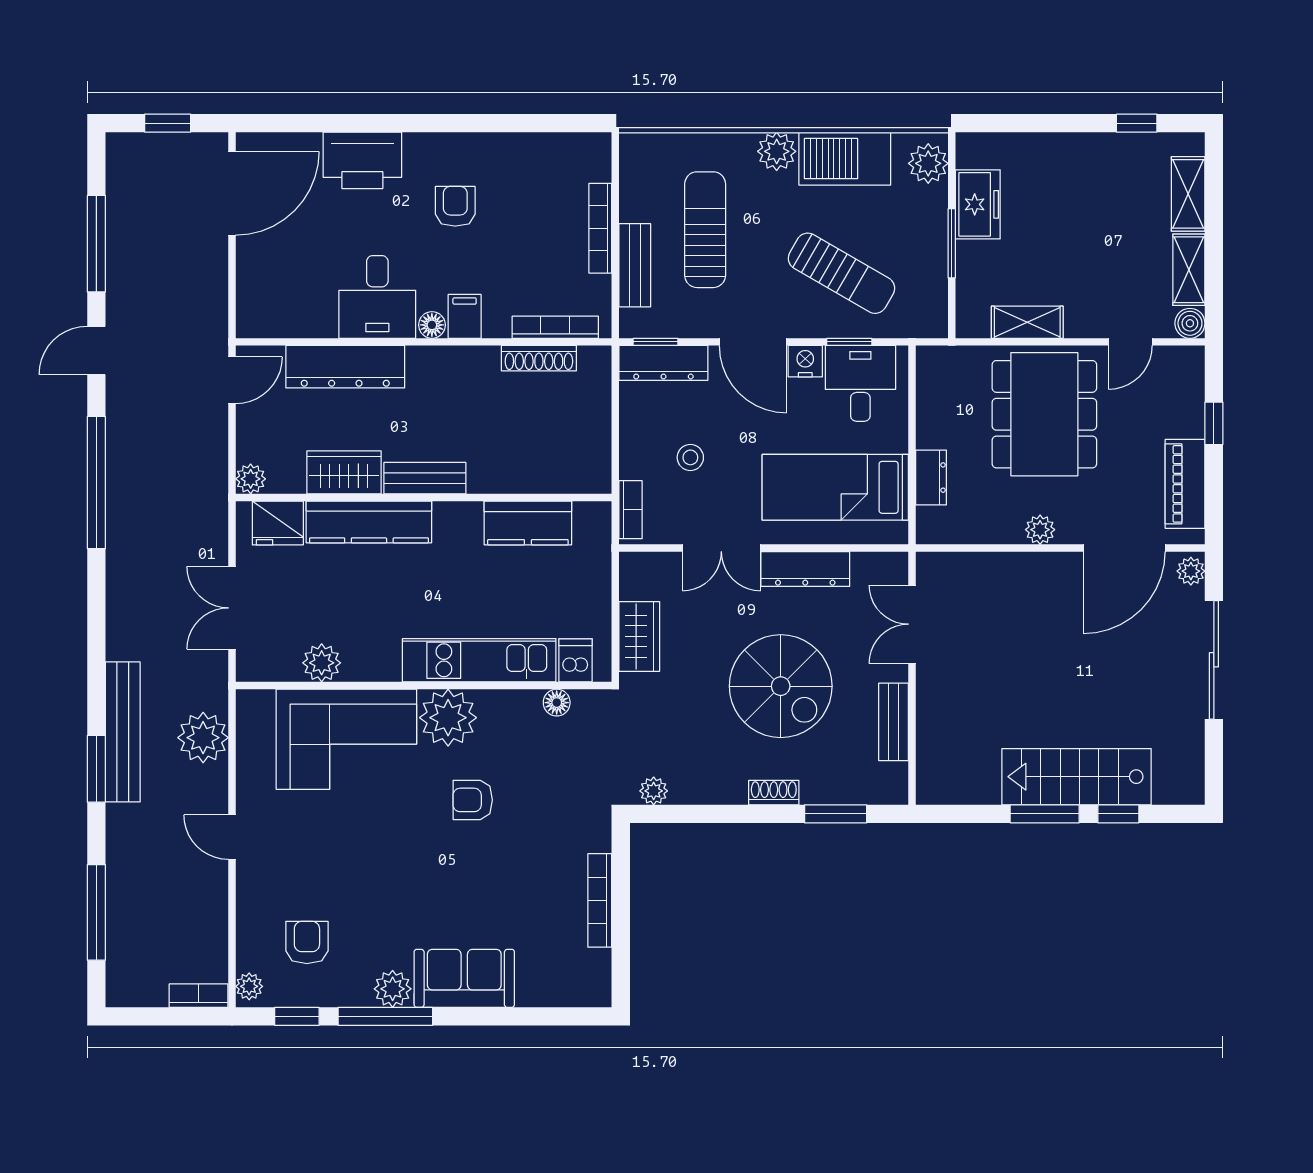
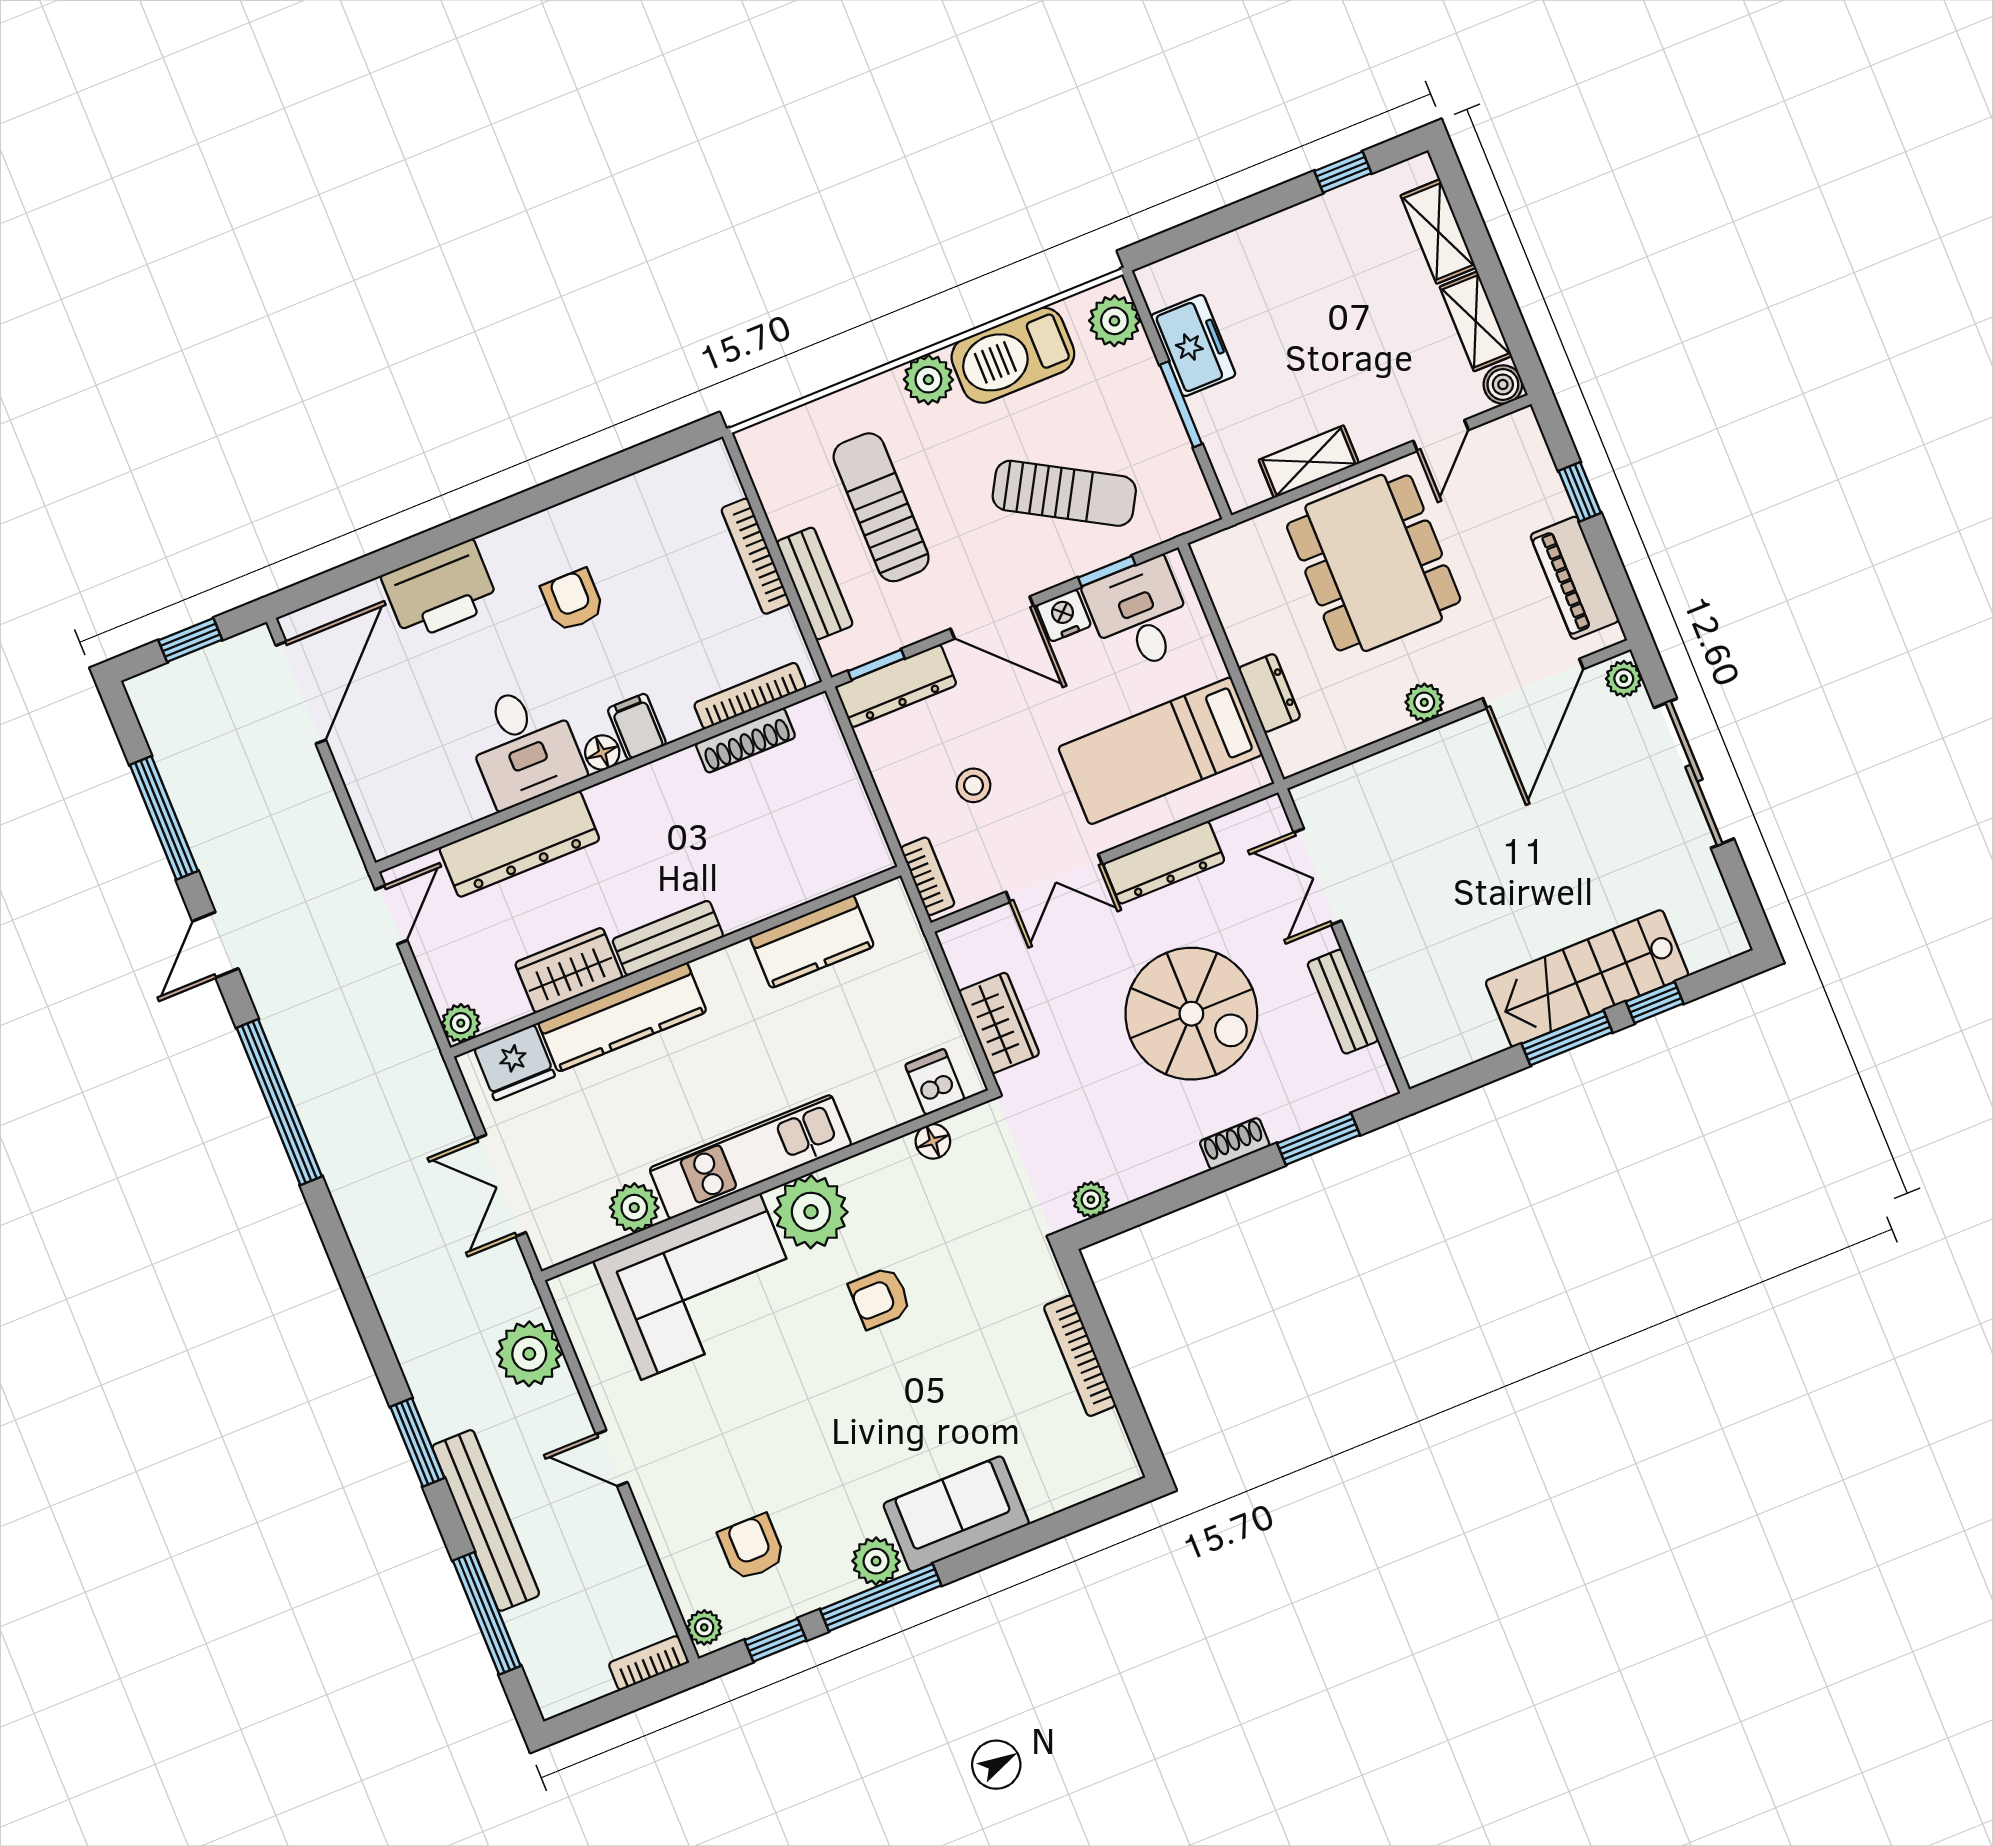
kitchen unit: (479, 660) -> (750, 1157), moved
bench: (123, 732) -> (486, 1520), moved

